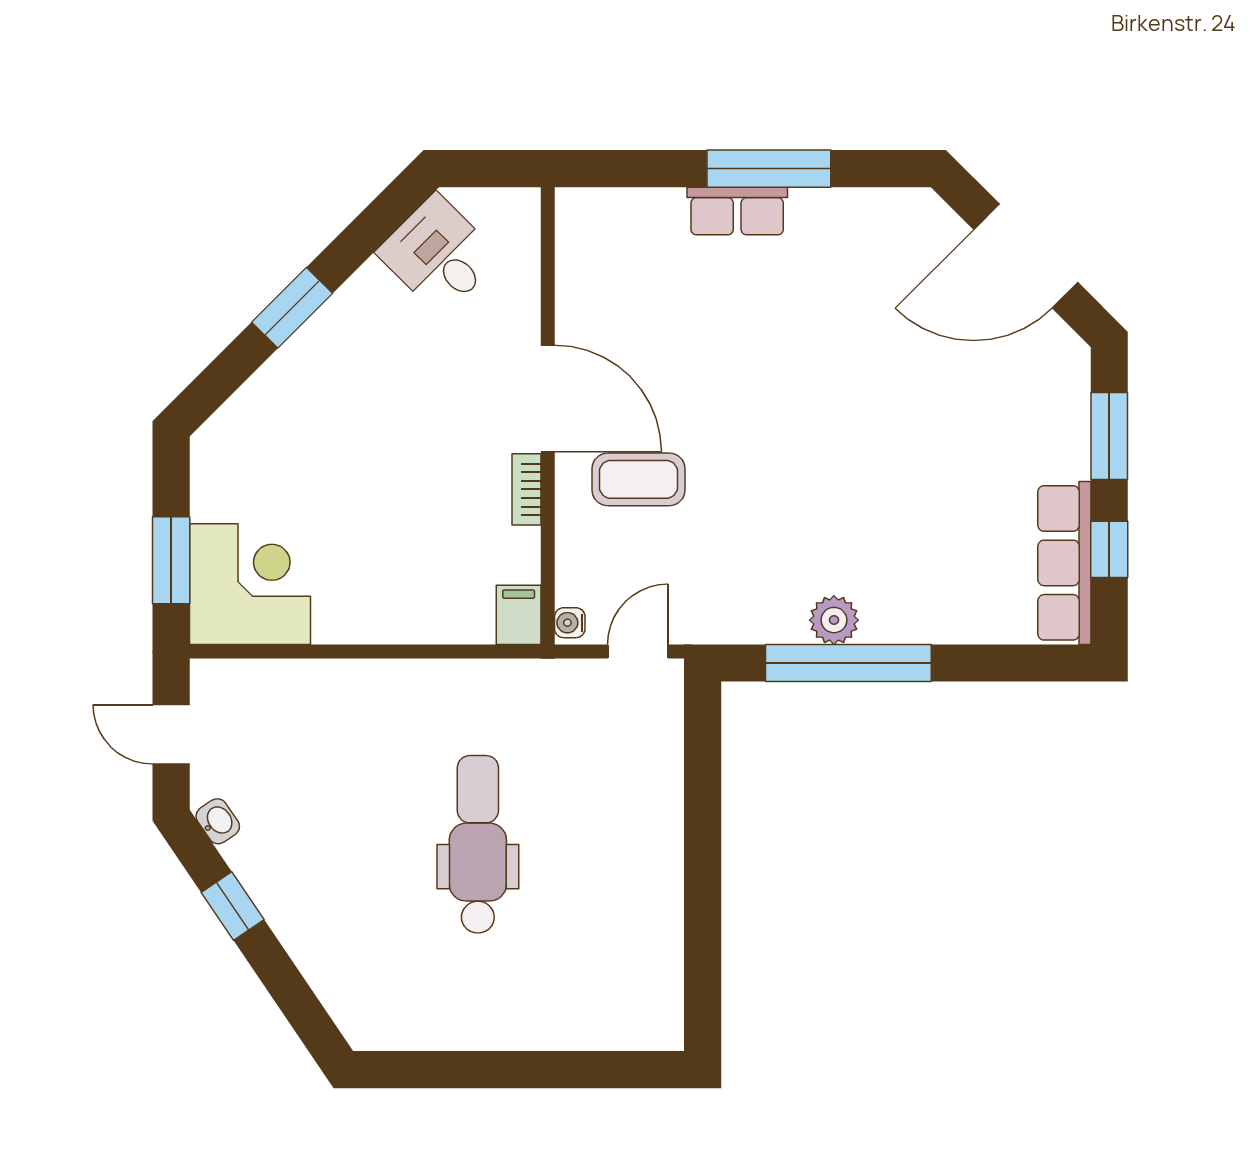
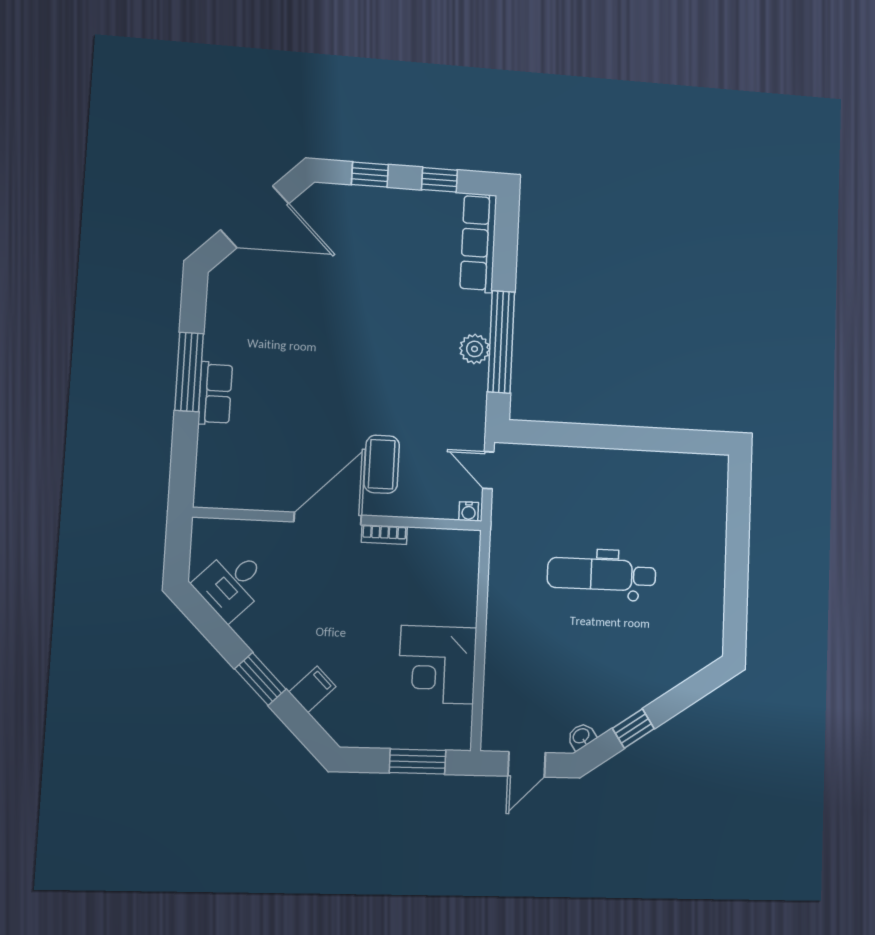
door: (1026, 256) -> (255, 217), hinge flipped
window: (1109, 436) -> (370, 175), width x0.67
row of seats: (1064, 563) -> (478, 243), moved, turned 90
corner desk: (250, 584) -> (437, 665), moved, turned -90
filing cabinet: (519, 615) -> (312, 689), moved, turned 135

